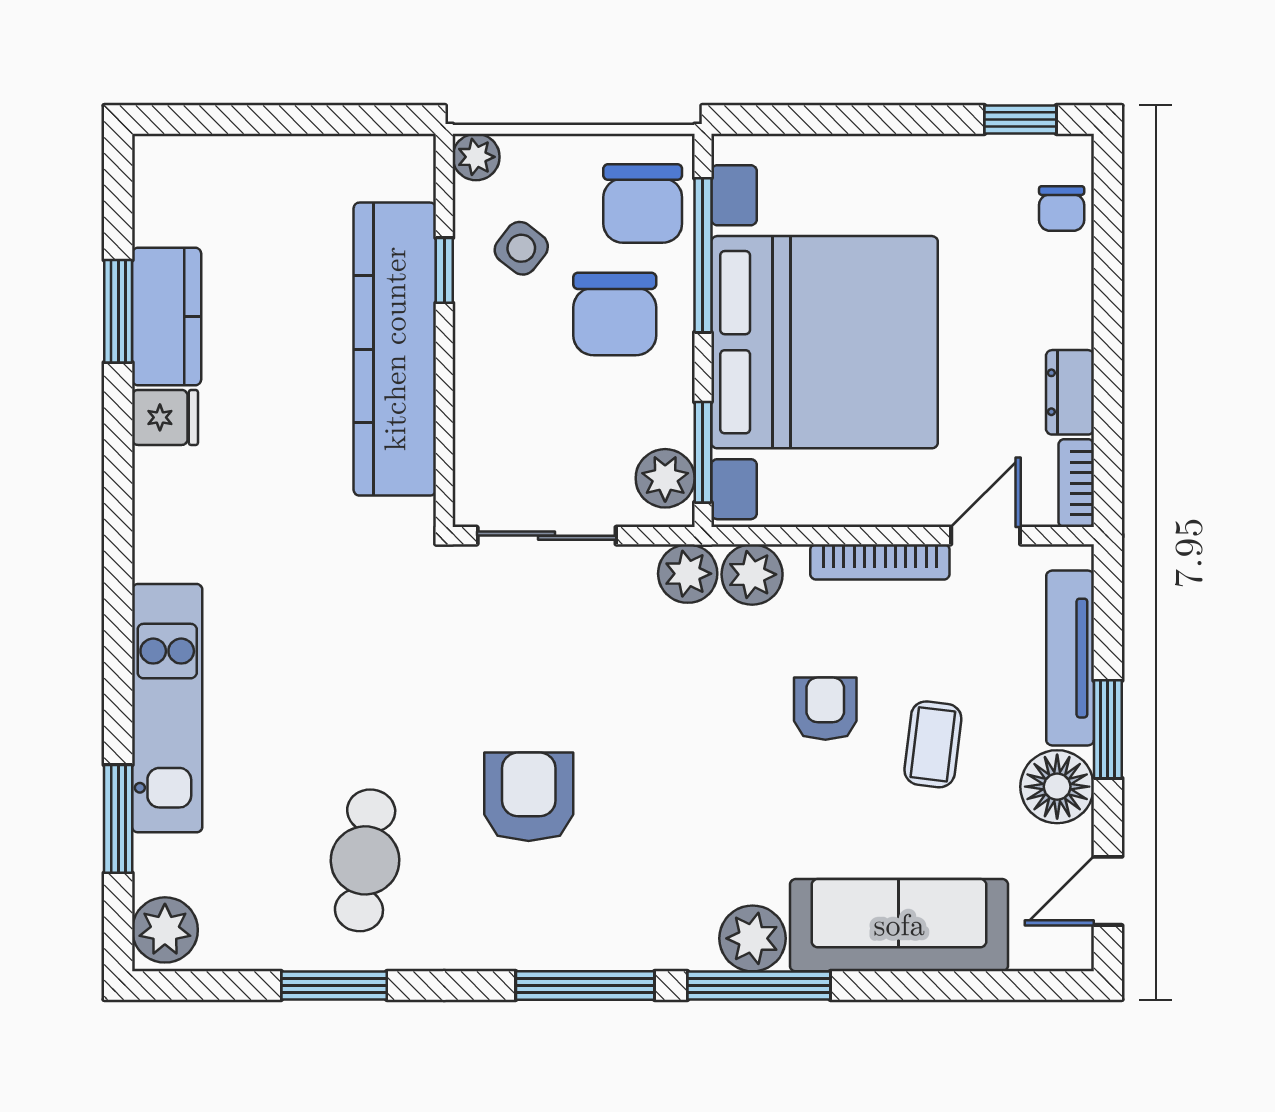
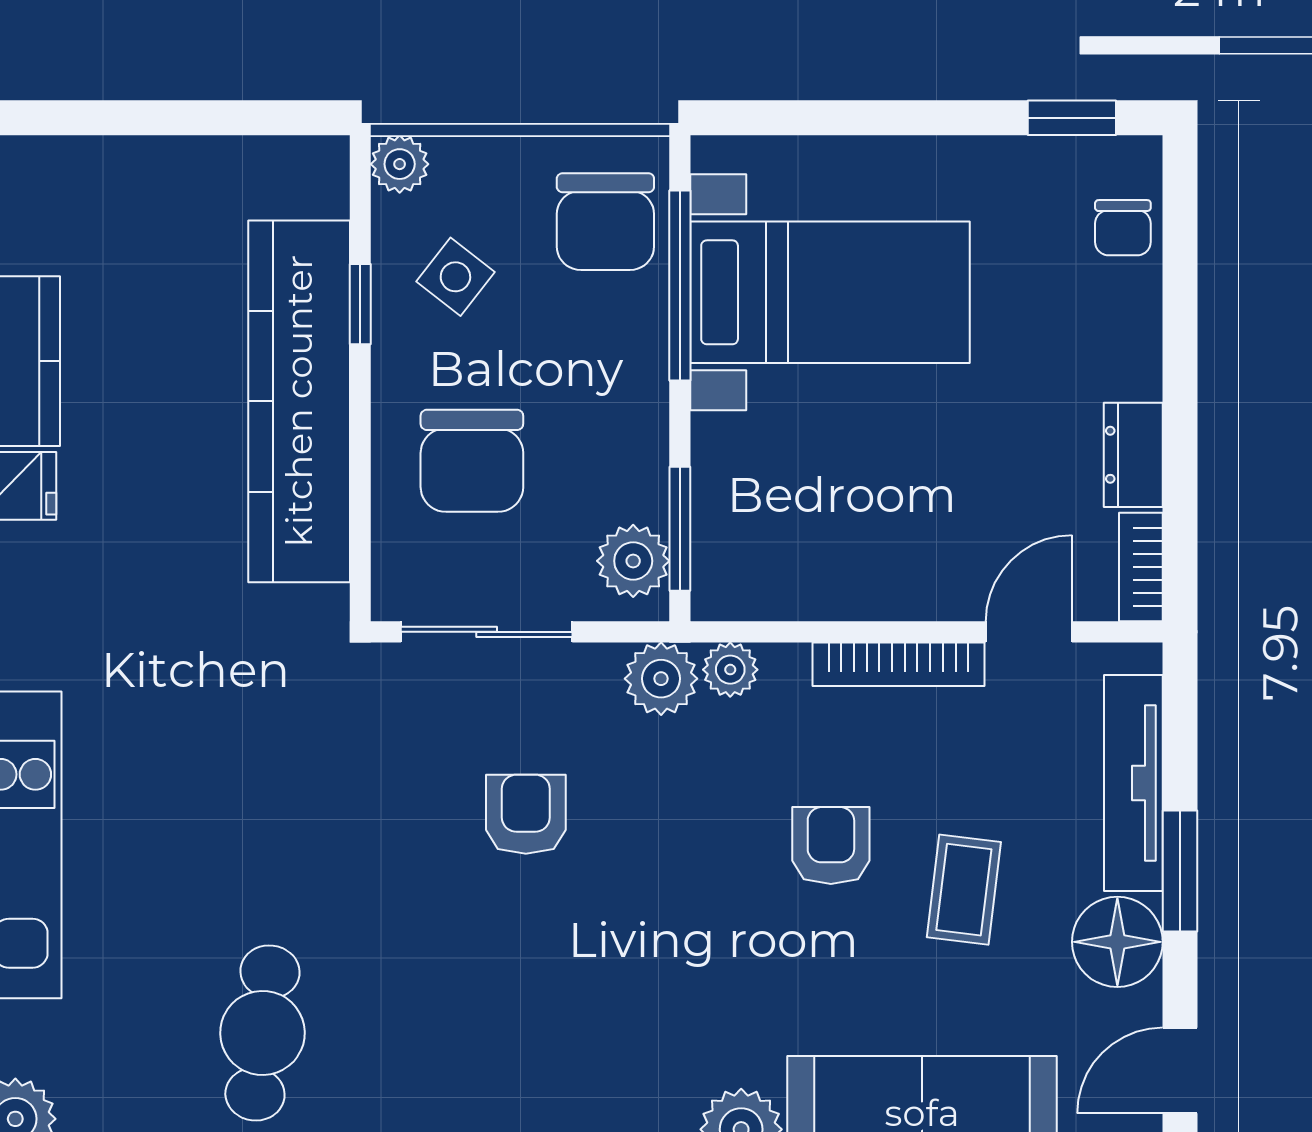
chair: (615, 314) -> (472, 461), moved
bed with nightstands: (825, 342) -> (830, 292), width x0.54
plant: (752, 574) -> (730, 670), width x0.73, depth x0.73
armchair: (529, 797) -> (526, 814), moved, width x0.72, depth x0.72

